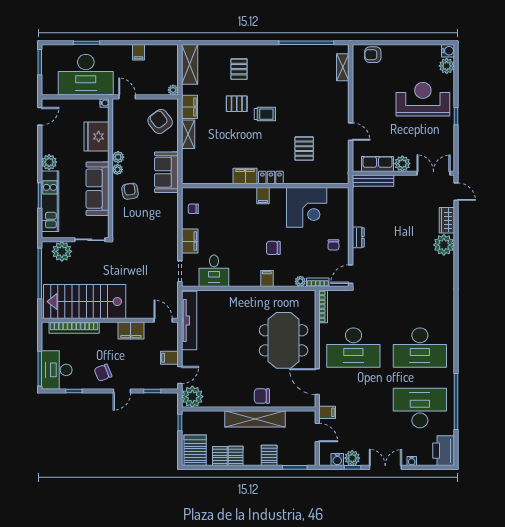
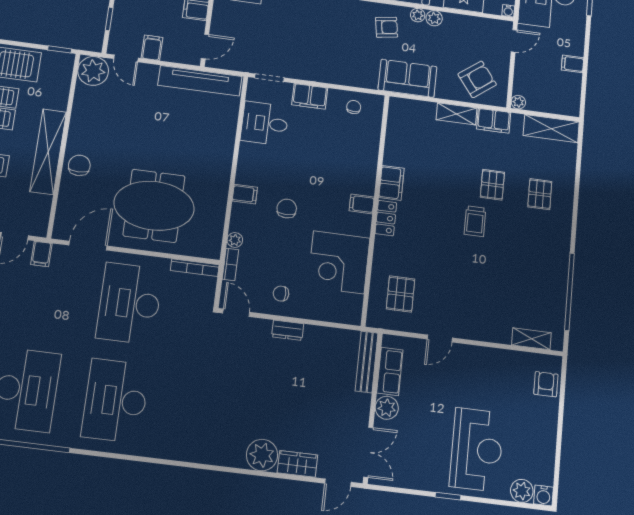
pallet: (239, 69) -> (540, 194), turned 90
pallet: (304, 149) -> (401, 294), moved, turned 90

